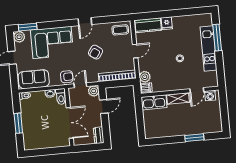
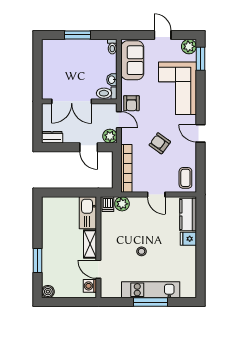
window: (217, 38) -> (150, 302), moved
boiler: (218, 127) -> (48, 292), added

